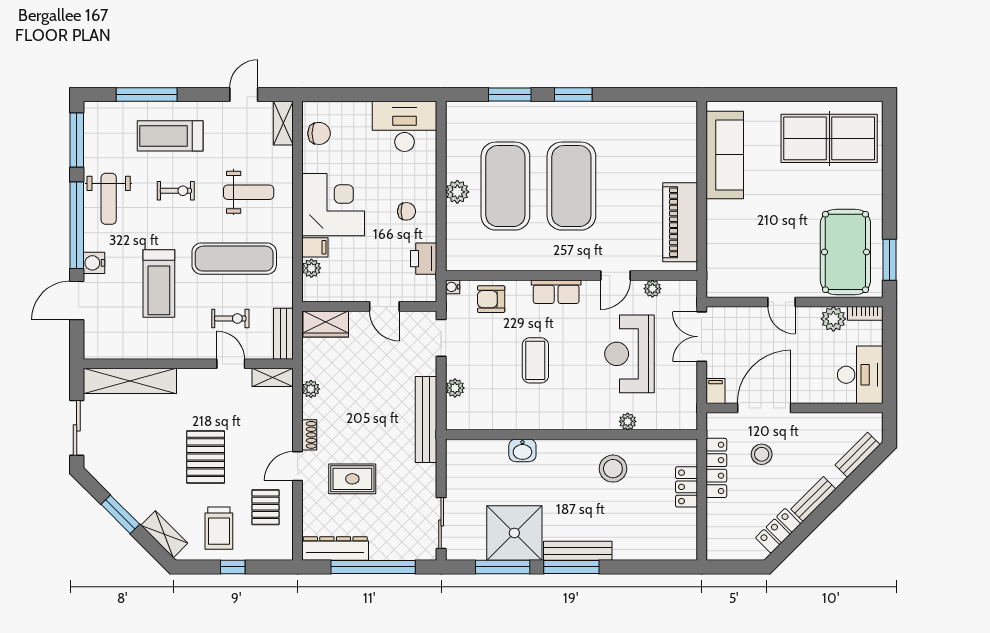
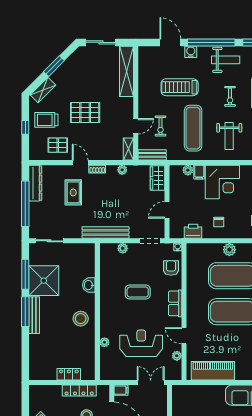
weight bench: (109, 199) -> (226, 60), turned 180
stool: (613, 469) -> (81, 319), moved

